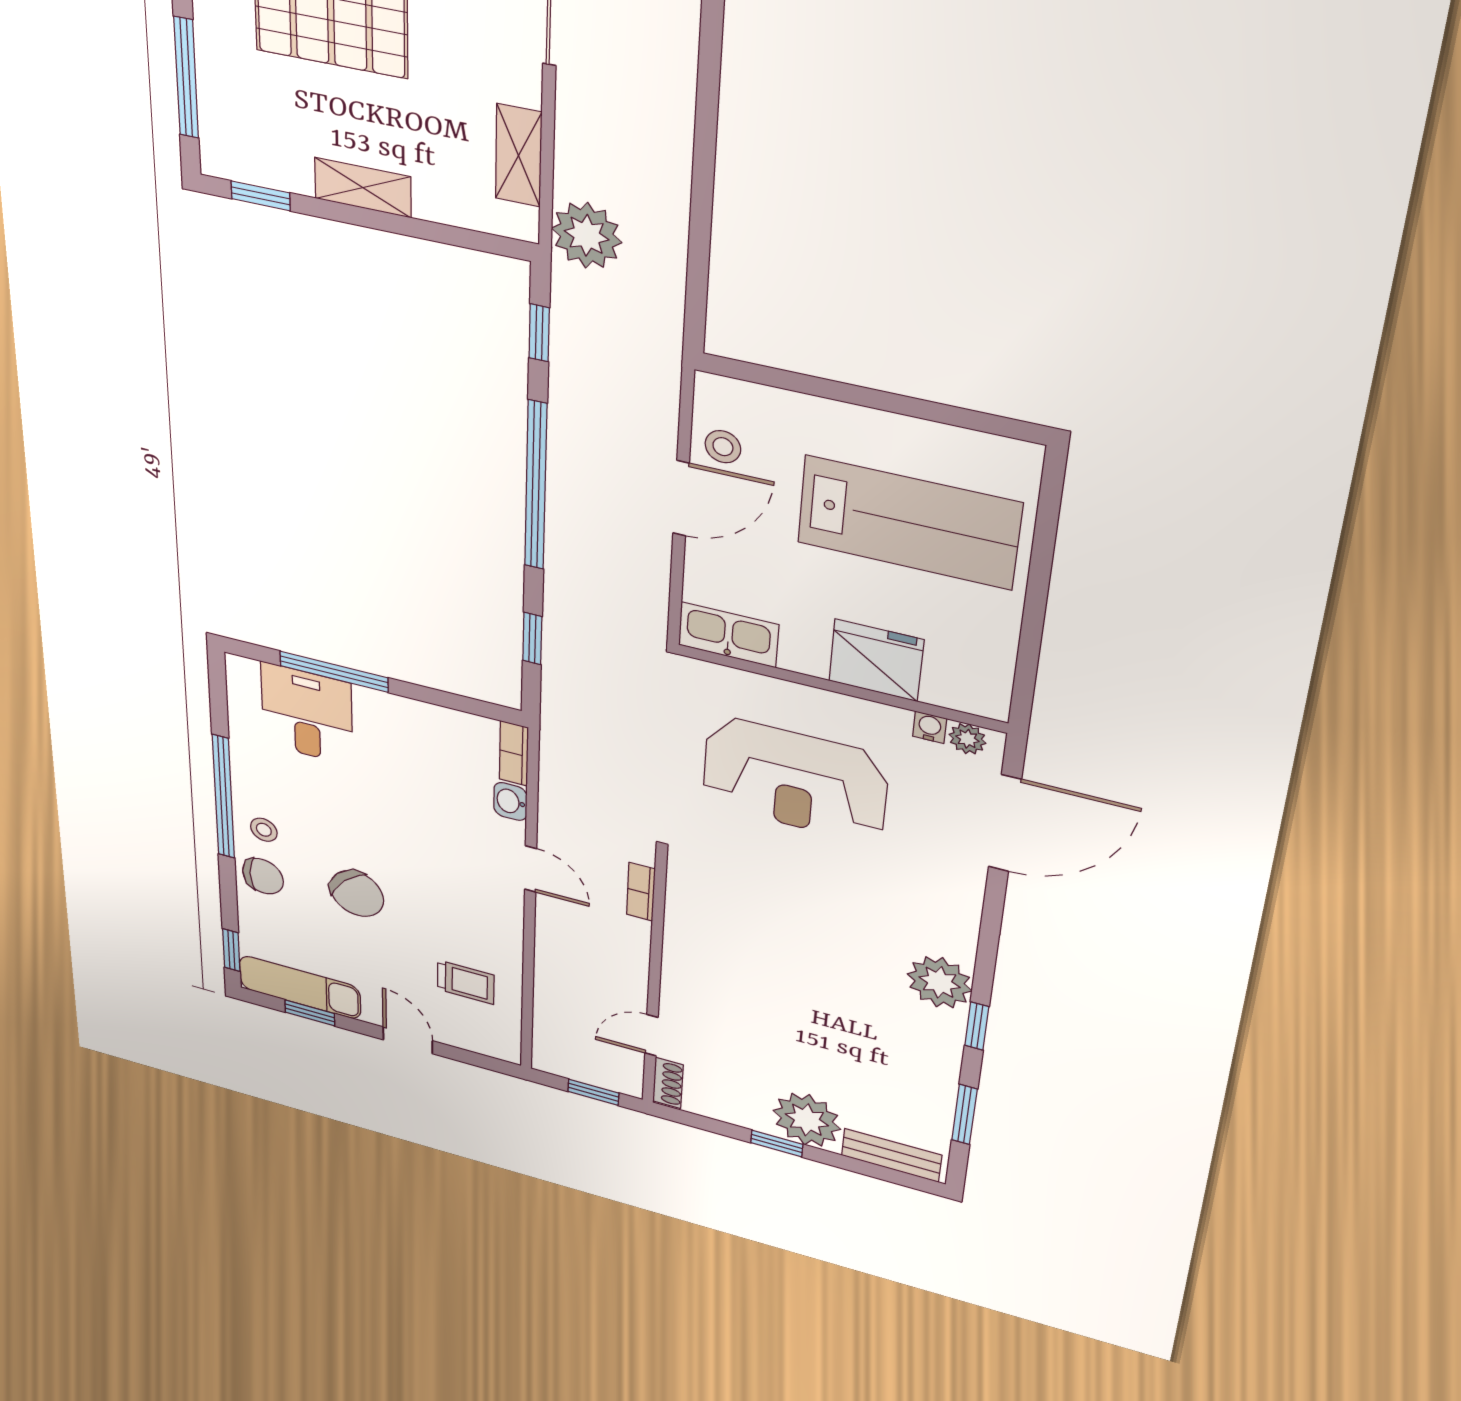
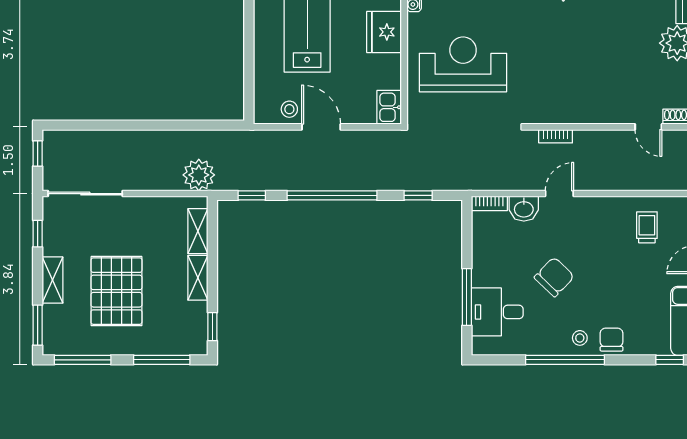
shelving: (519, 155) -> (198, 231), moved, turned 90
kitchen sink: (728, 635) -> (389, 107), width x0.73
reception desk: (795, 780) -> (463, 64), turned -90
washbasin: (510, 802) -> (524, 209), width x1.38, depth x1.45
chair: (357, 894) -> (554, 277), moved

